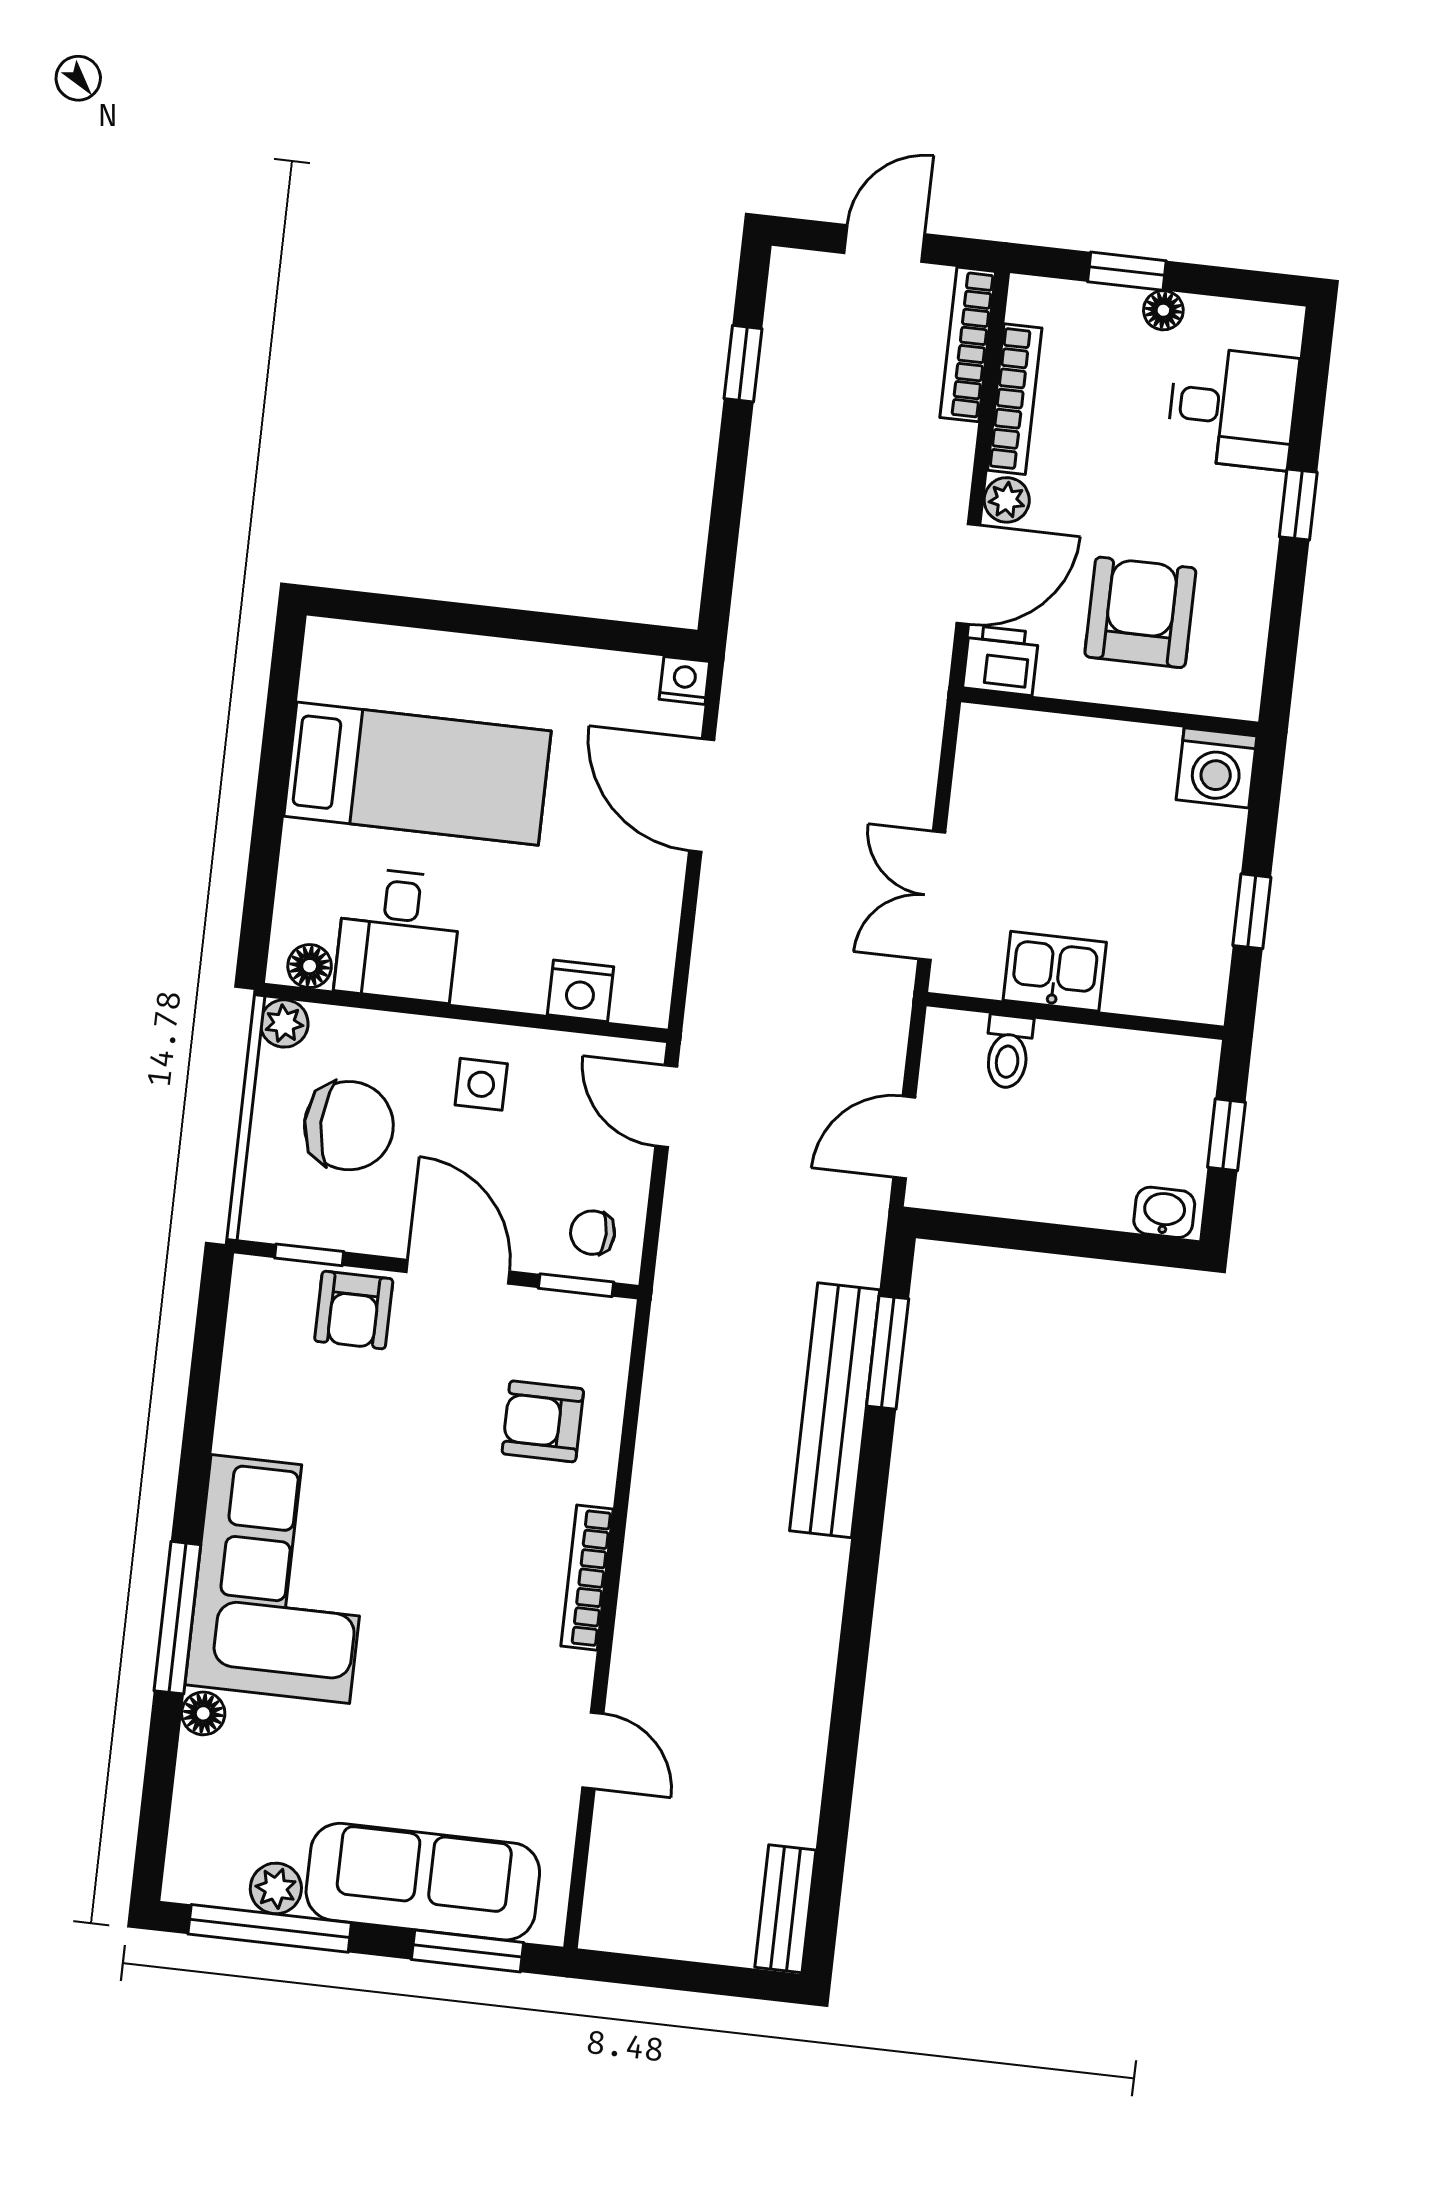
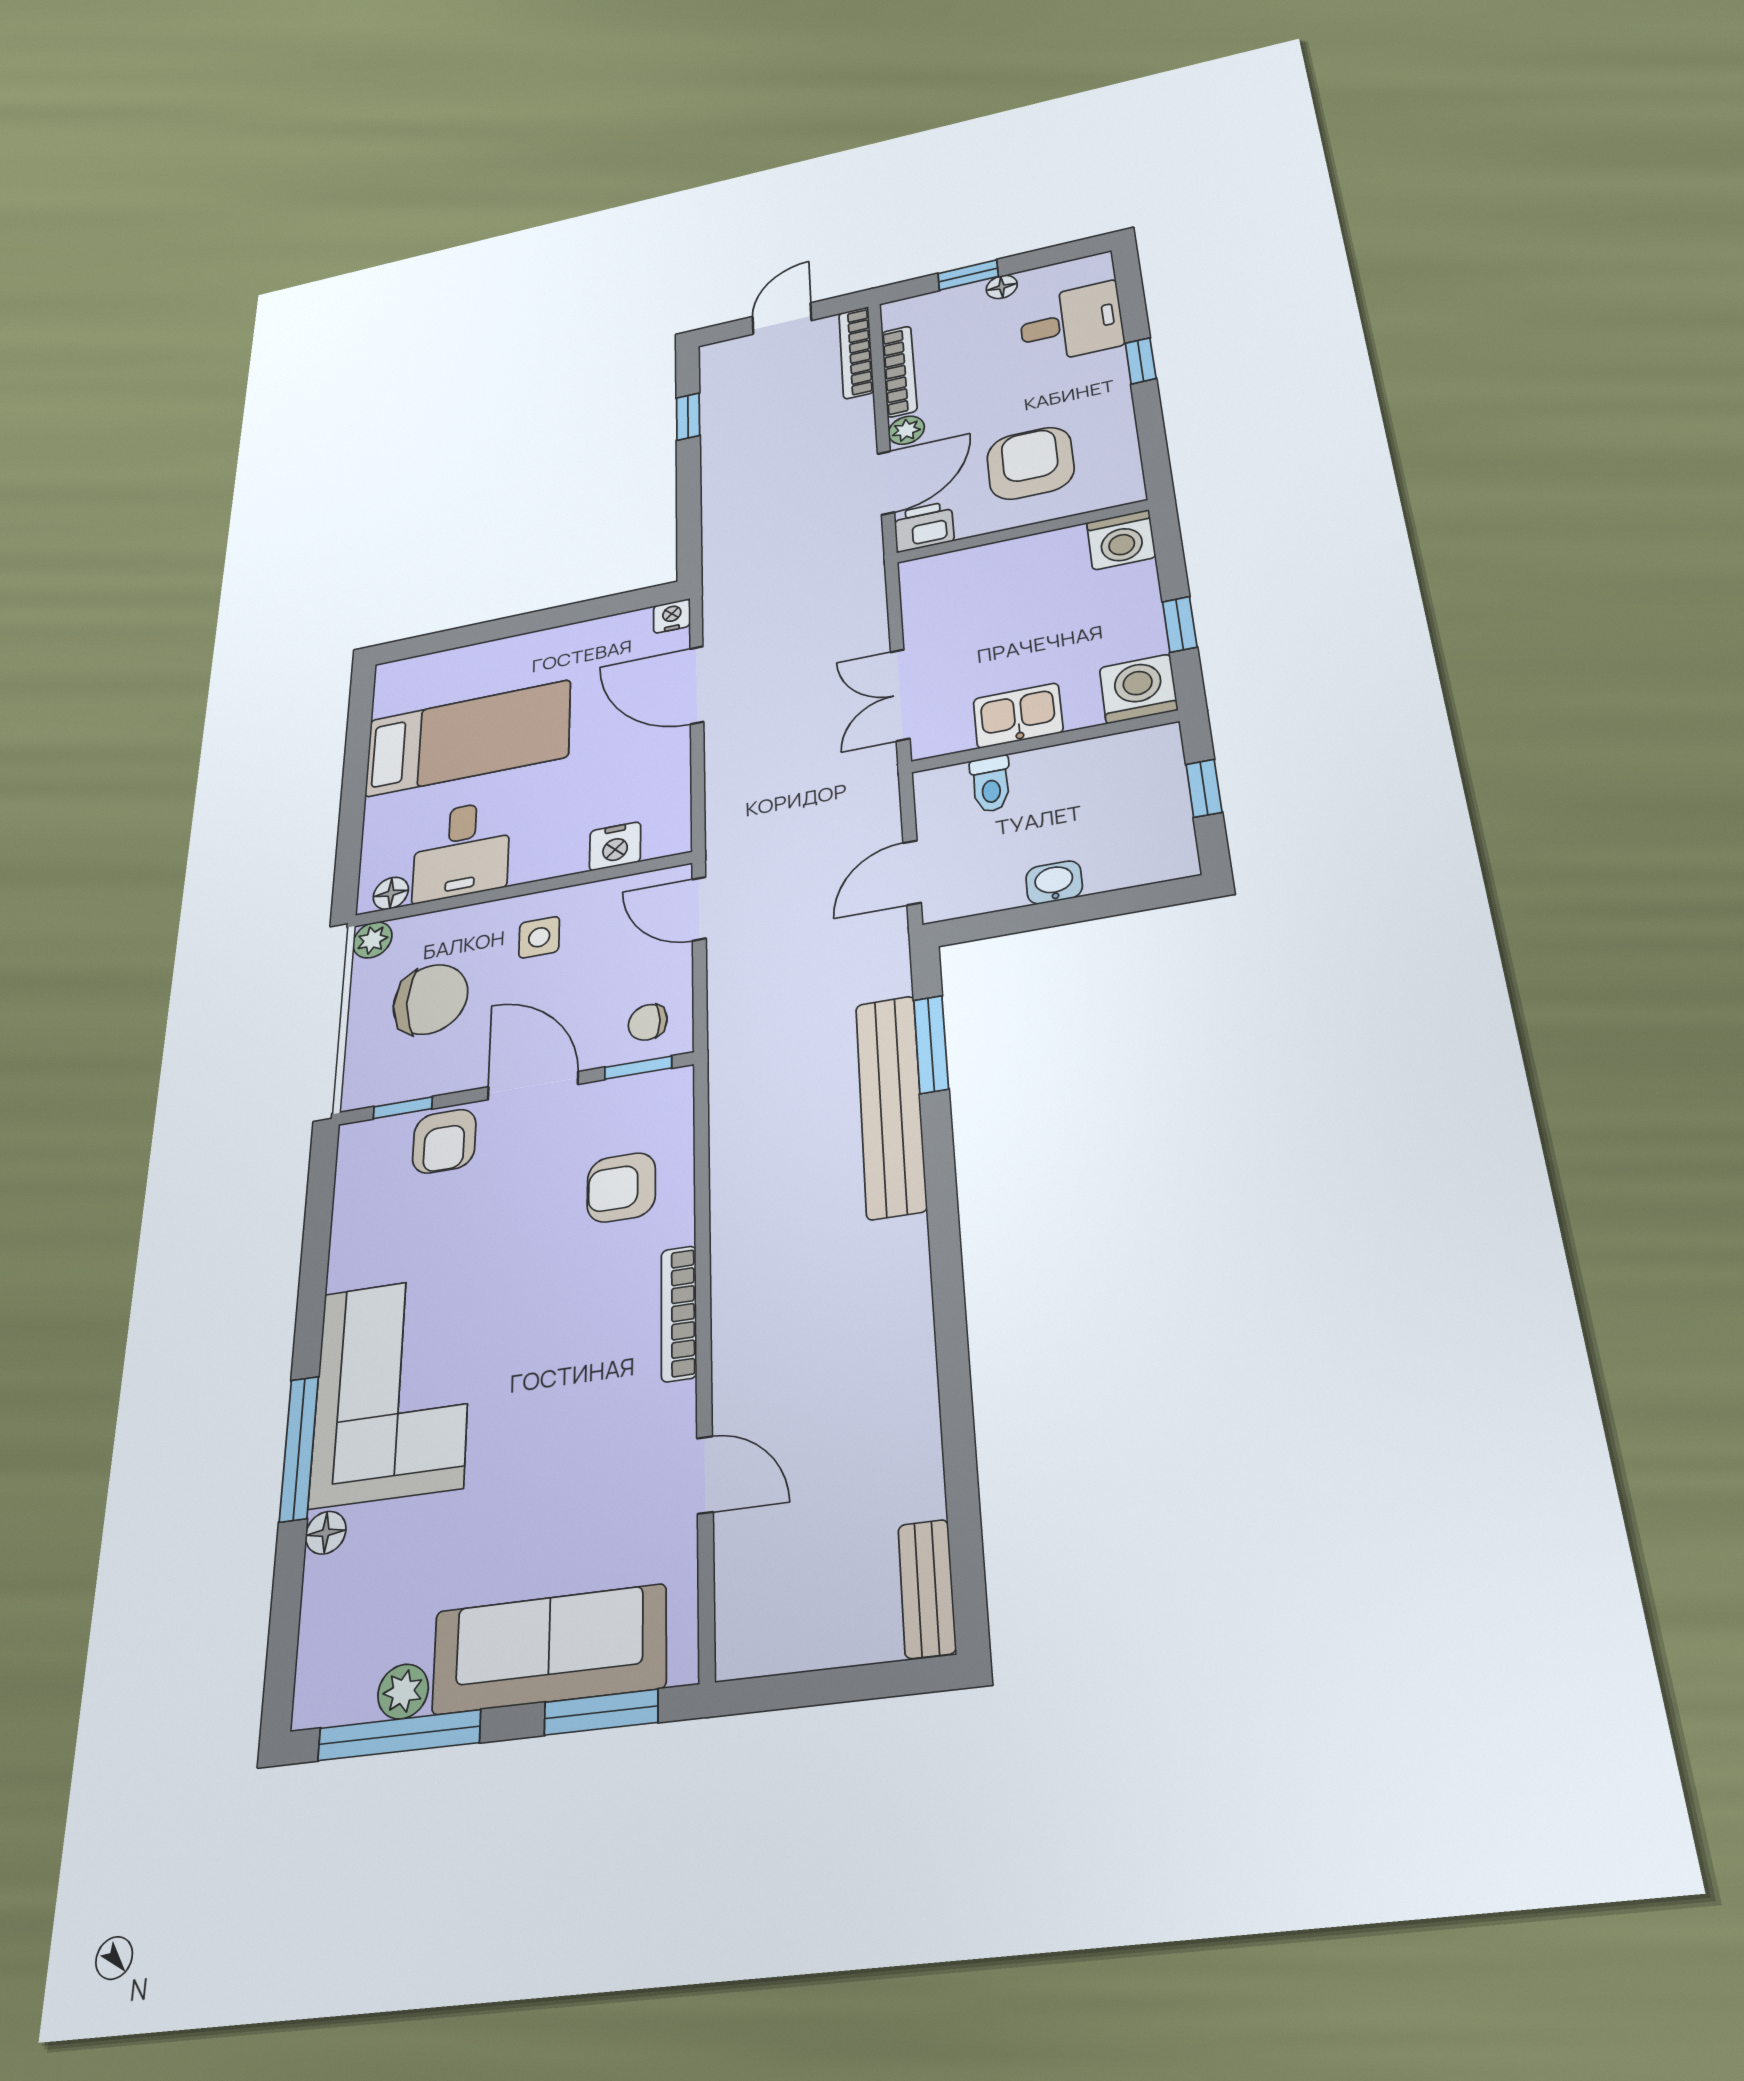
washing machine: (1189, 982) -> (1138, 689), added
washbasin: (1164, 1212) -> (1054, 882), moved

